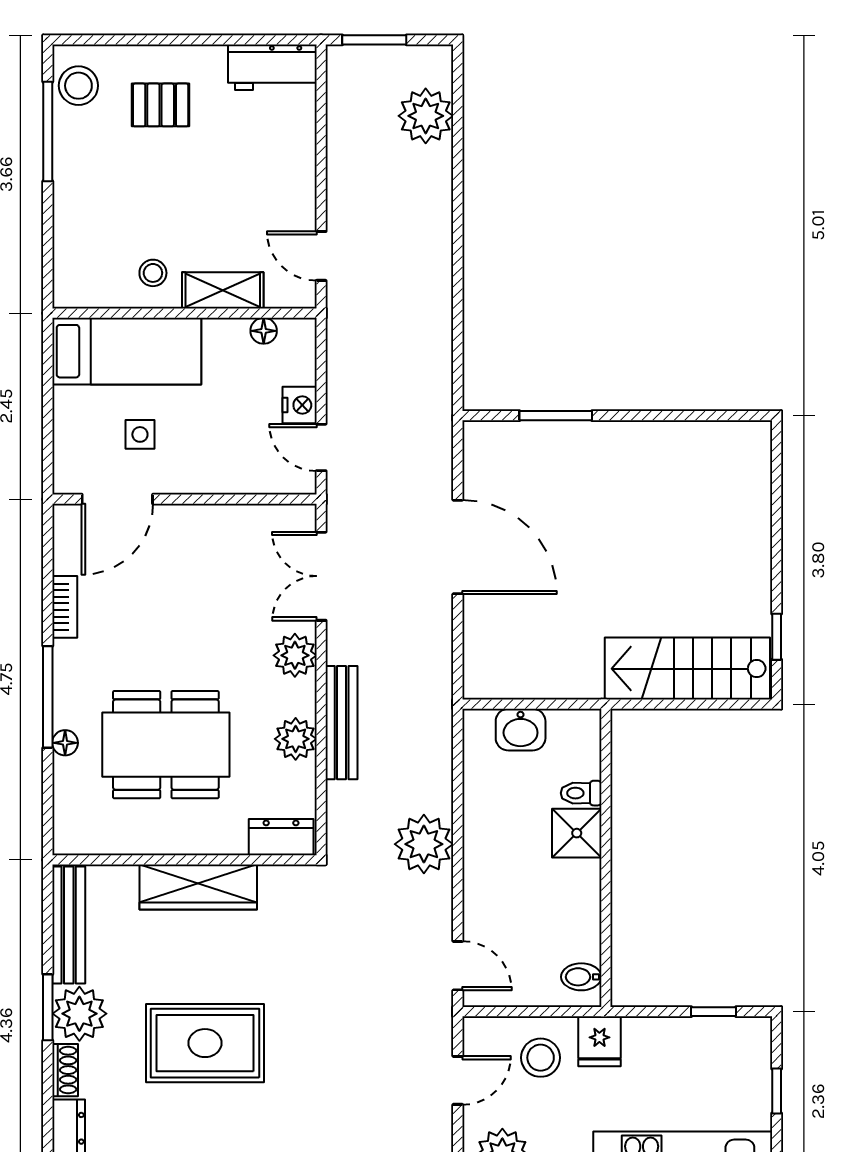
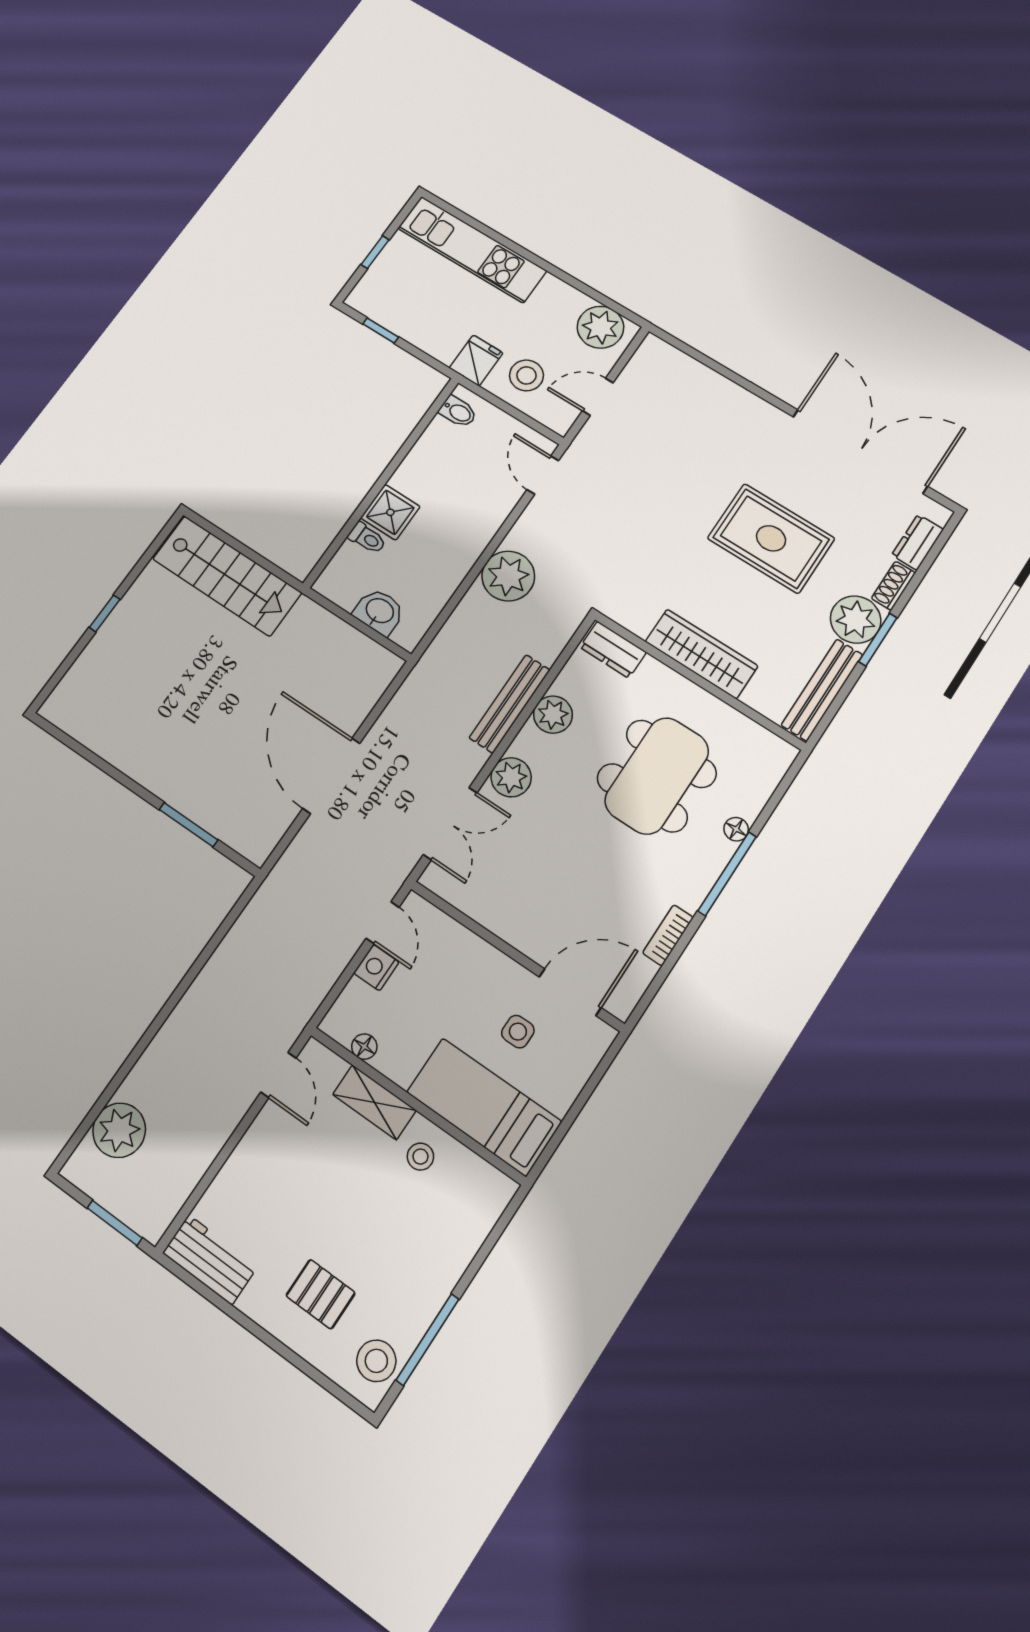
window: (777, 637) -> (105, 613), moved
dining table: (166, 745) -> (657, 776), turned 90

